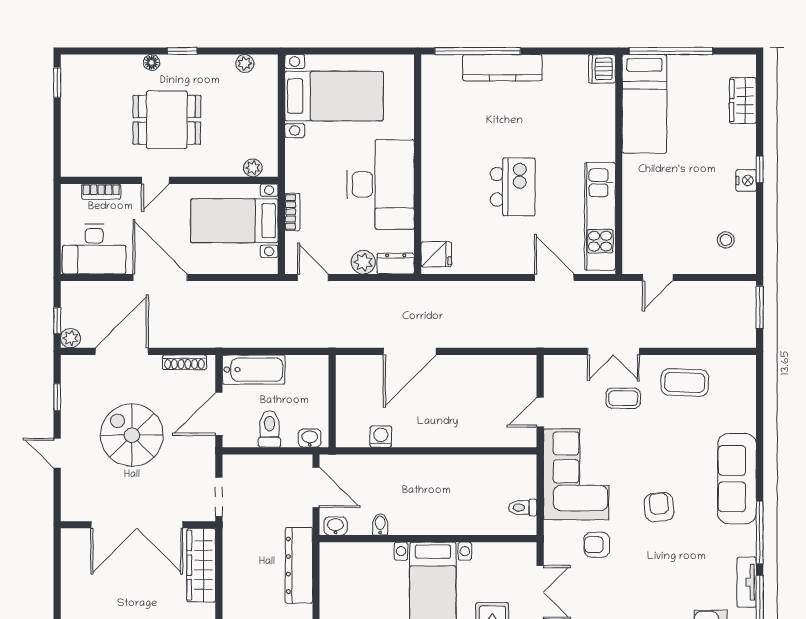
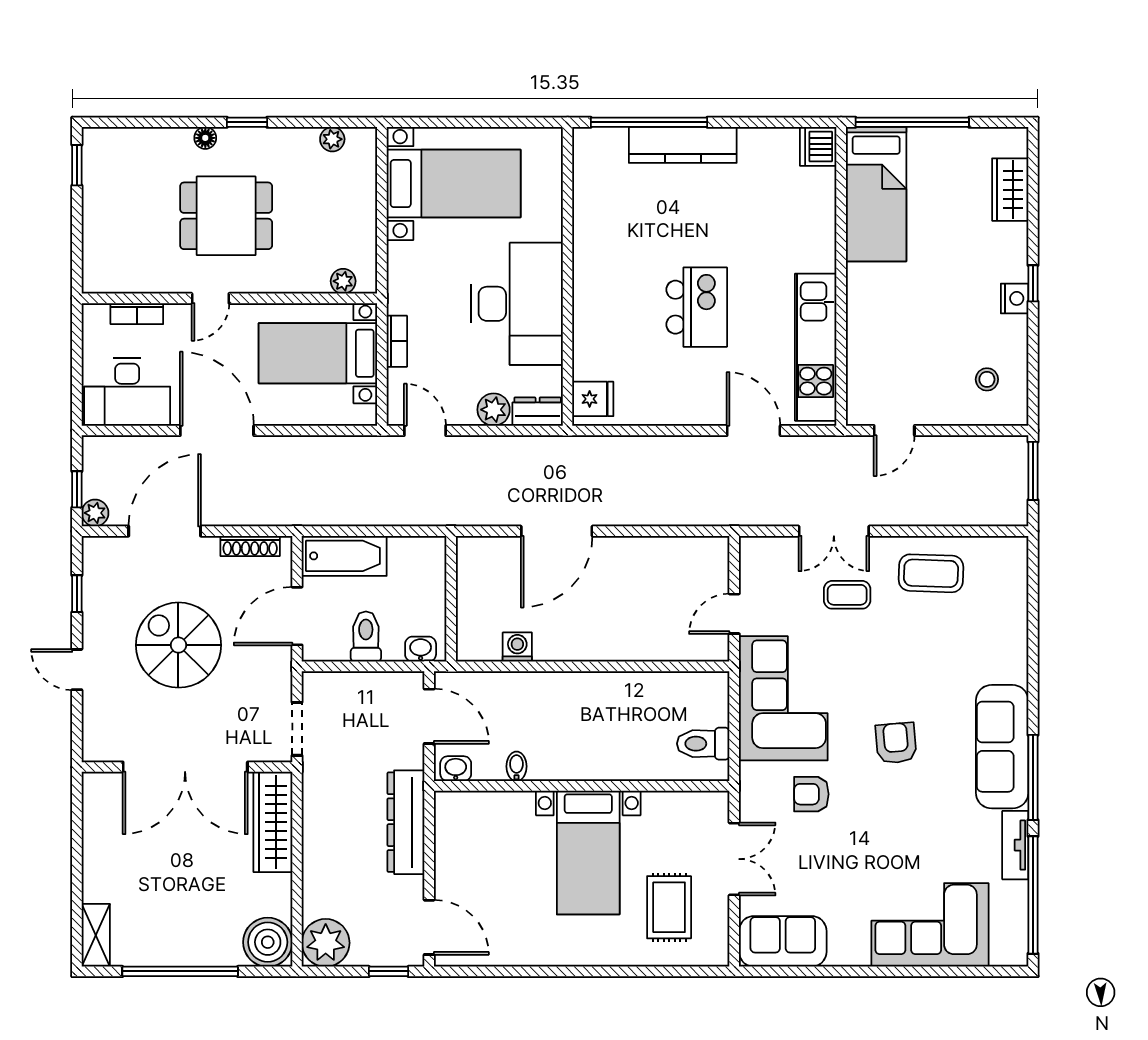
sofa: (737, 479) -> (1002, 747), moved
toilet: (523, 508) -> (703, 744), width x1.37, depth x1.39

